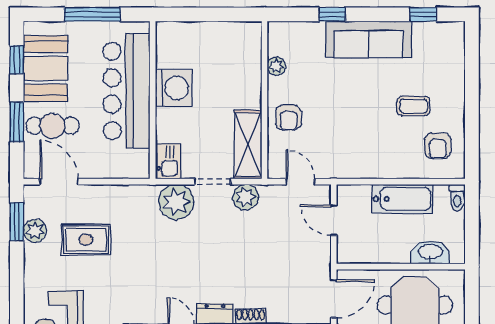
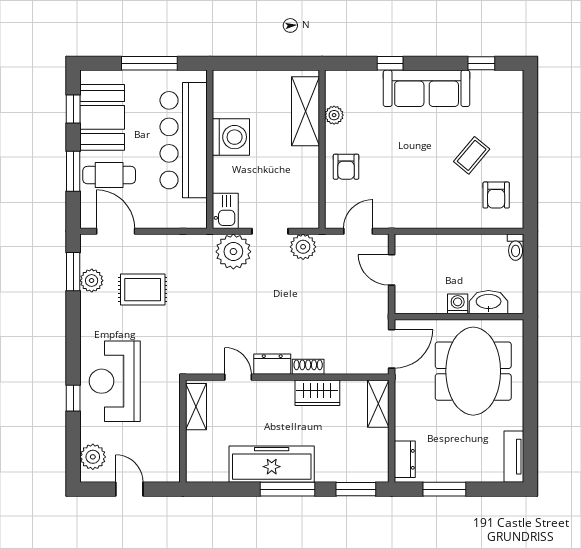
coffee table: (413, 106) -> (472, 155), turned -50
shelving: (248, 144) -> (306, 111), moved
door: (300, 182) -> (358, 231), hinge flipped
bathtub: (402, 199) -> (461, 248), removed
washing machine: (399, 254) -> (458, 304), added

